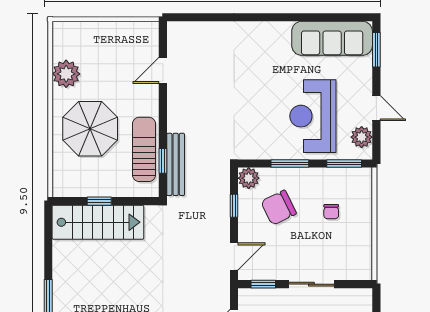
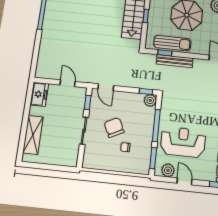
door: (376, 108) -> (185, 181), swing flipped
bench: (176, 164) -> (175, 61), moved
window: (290, 164) -> (156, 125), width x1.44
window: (234, 206) -> (146, 91), moved
chair: (279, 208) -> (114, 127), moved

